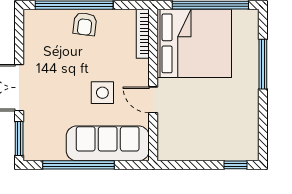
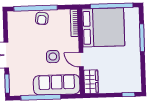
wardrobe: (169, 140) -> (91, 82), added

